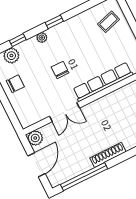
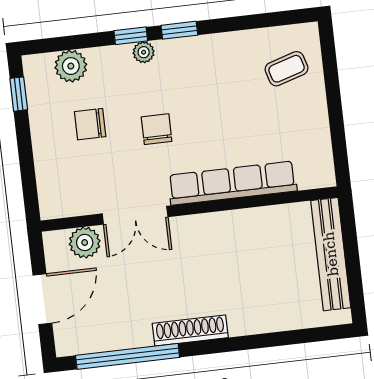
window: (18, 40) -> (131, 36), moved
chair: (15, 84) -> (90, 124), moved, turned 180
plant: (35, 138) -> (85, 243), moved

